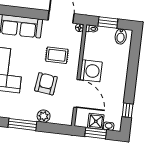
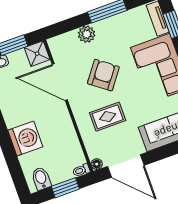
washing machine: (91, 71) -> (25, 139), moved, turned 180
armchair: (46, 84) -> (103, 75), turned -150
shower: (96, 121) -> (37, 54), moved

